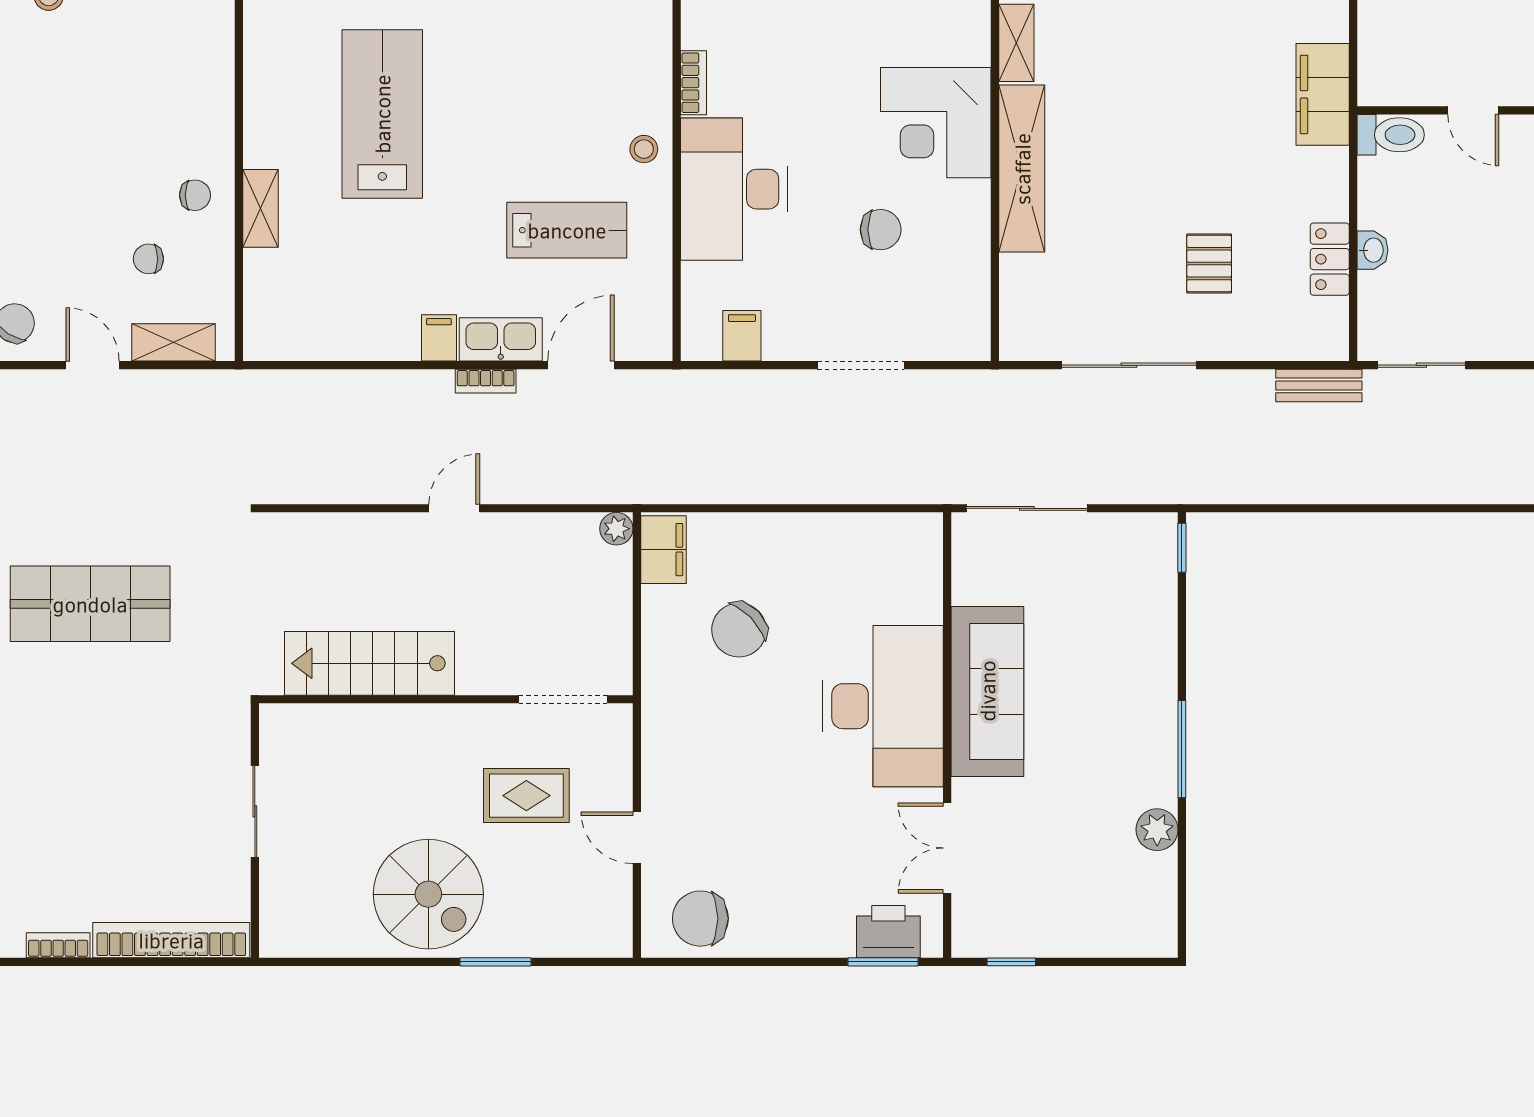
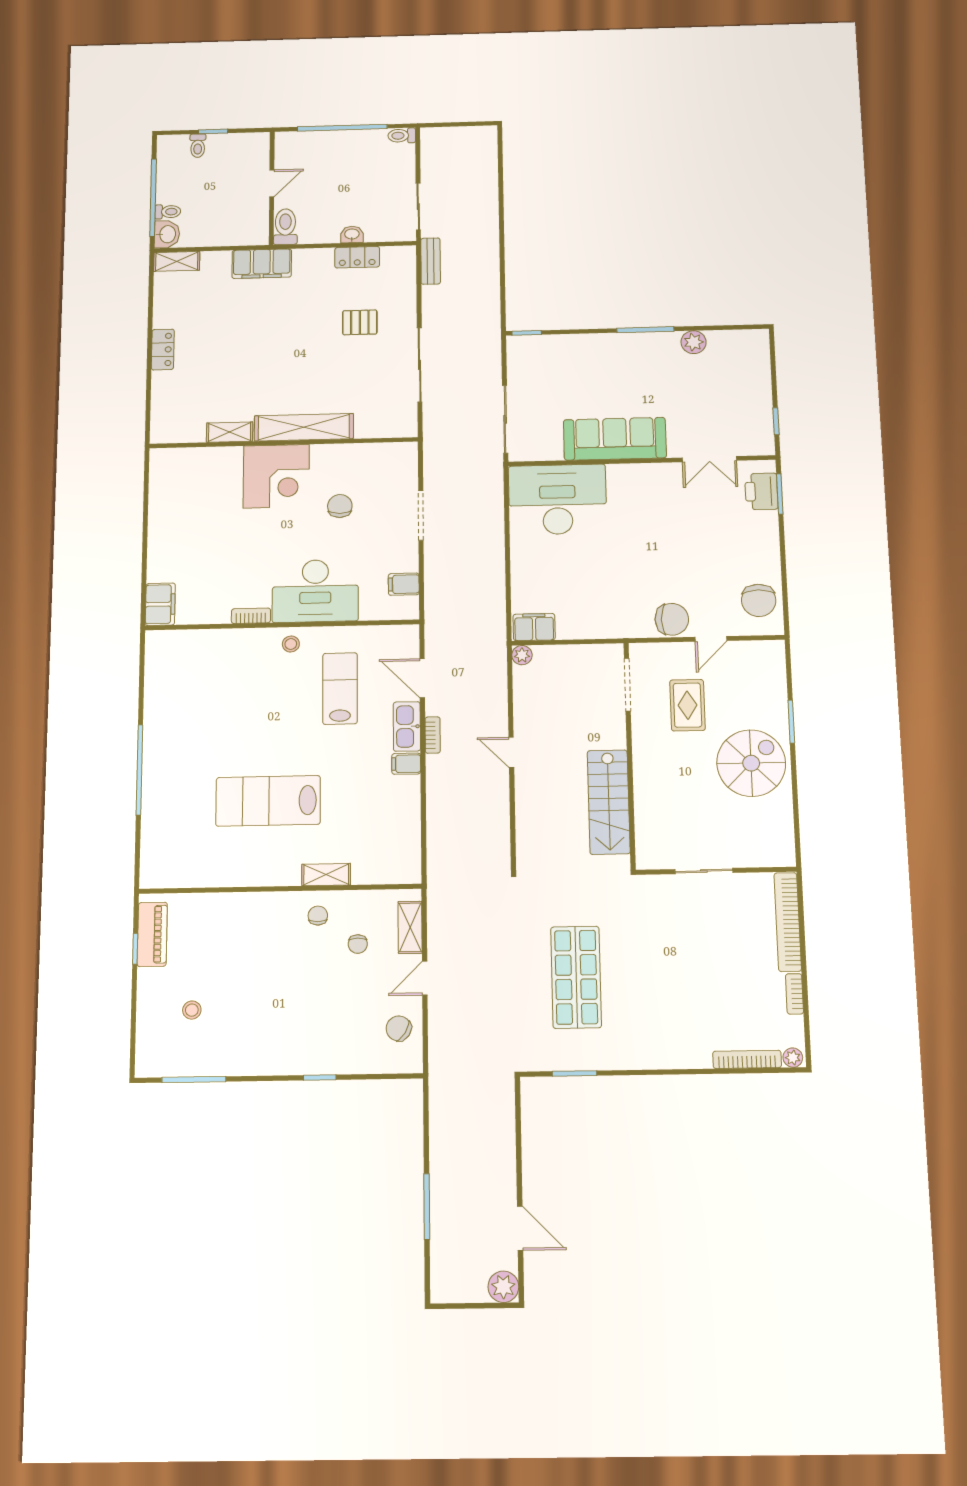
chair: (739, 630) -> (672, 619), moved, turned -46
desk: (883, 706) -> (557, 499), moved

